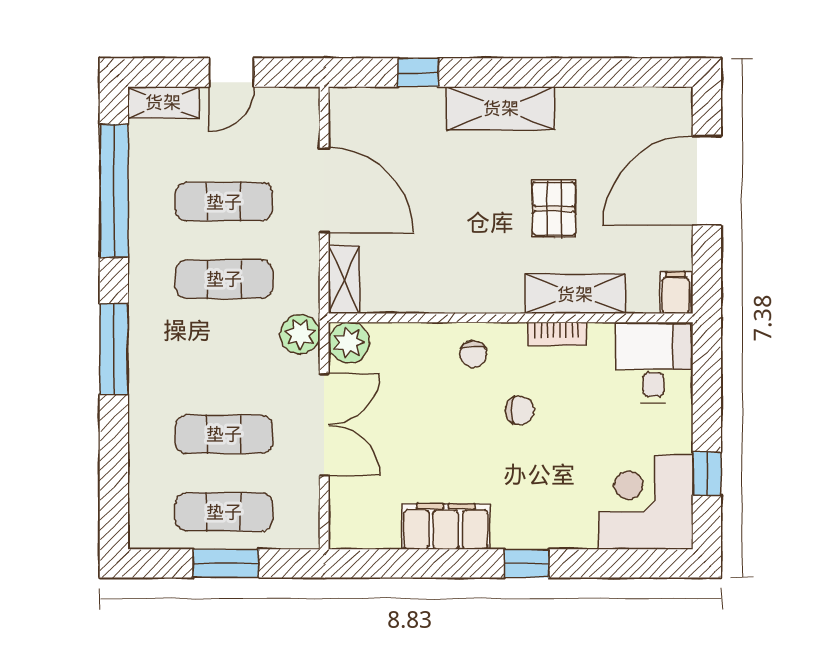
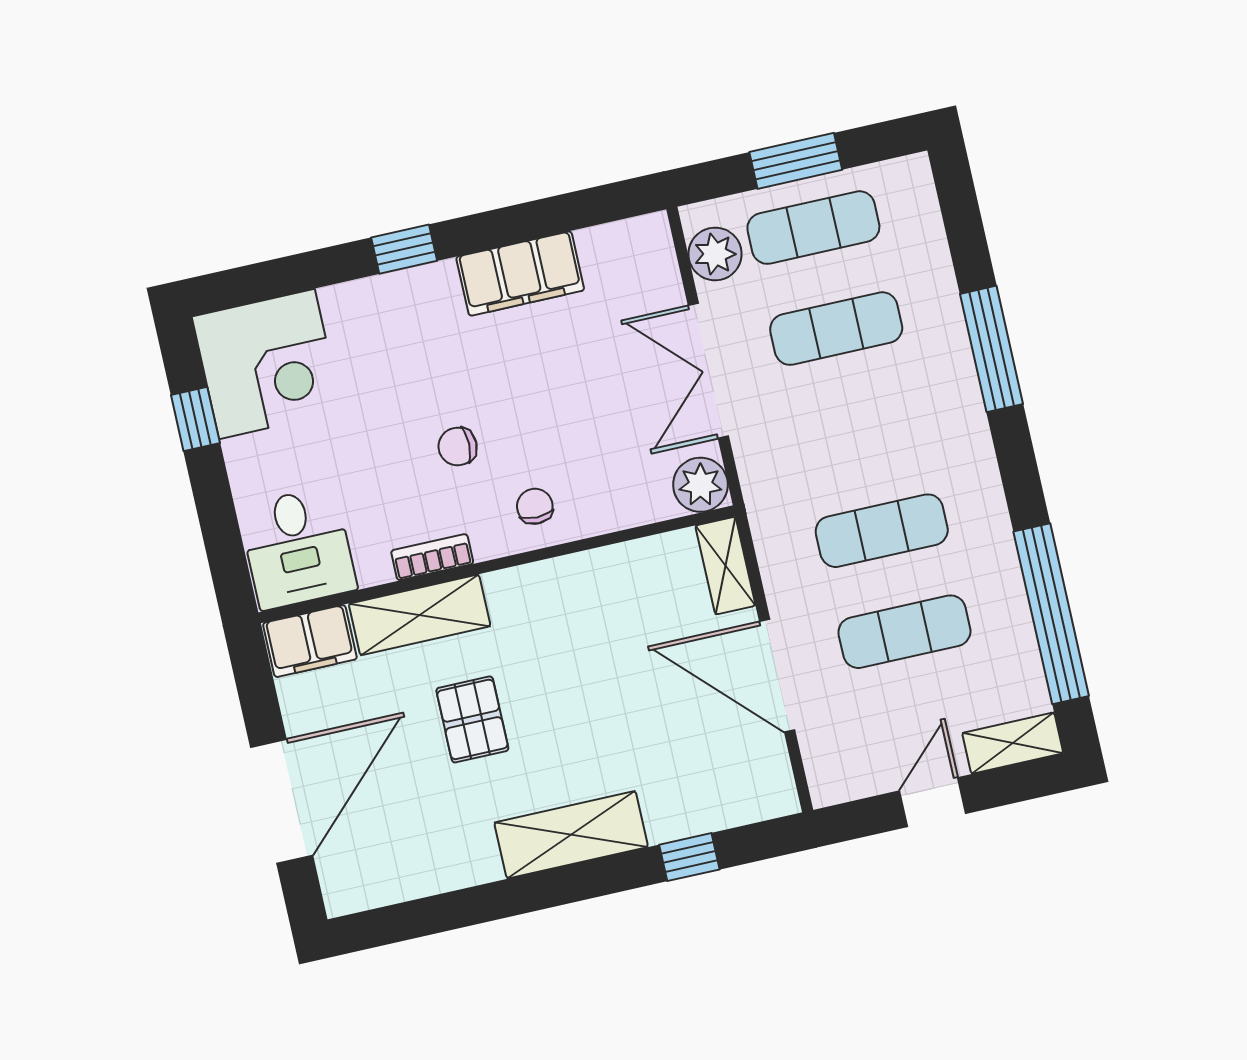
filing cabinet: (676, 293) -> (310, 641), width x2.00
plant: (300, 334) -> (715, 254), moved
window: (114, 349) -> (991, 349), moved

